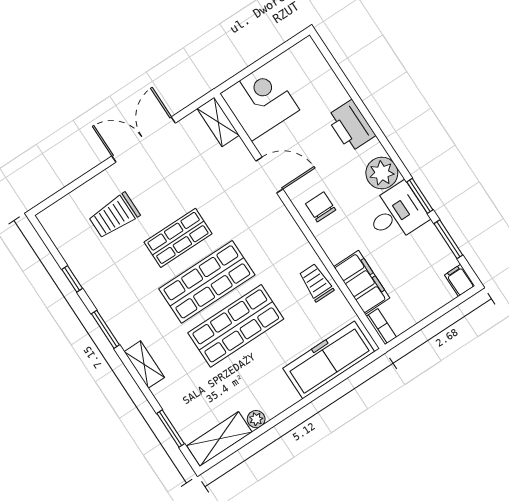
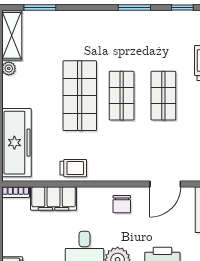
chair: (321, 207) -> (122, 204), turned 90
shop shelf: (207, 282) -> (122, 96), width x0.70, depth x0.74
shelving: (144, 365) -> (94, 18), removed

